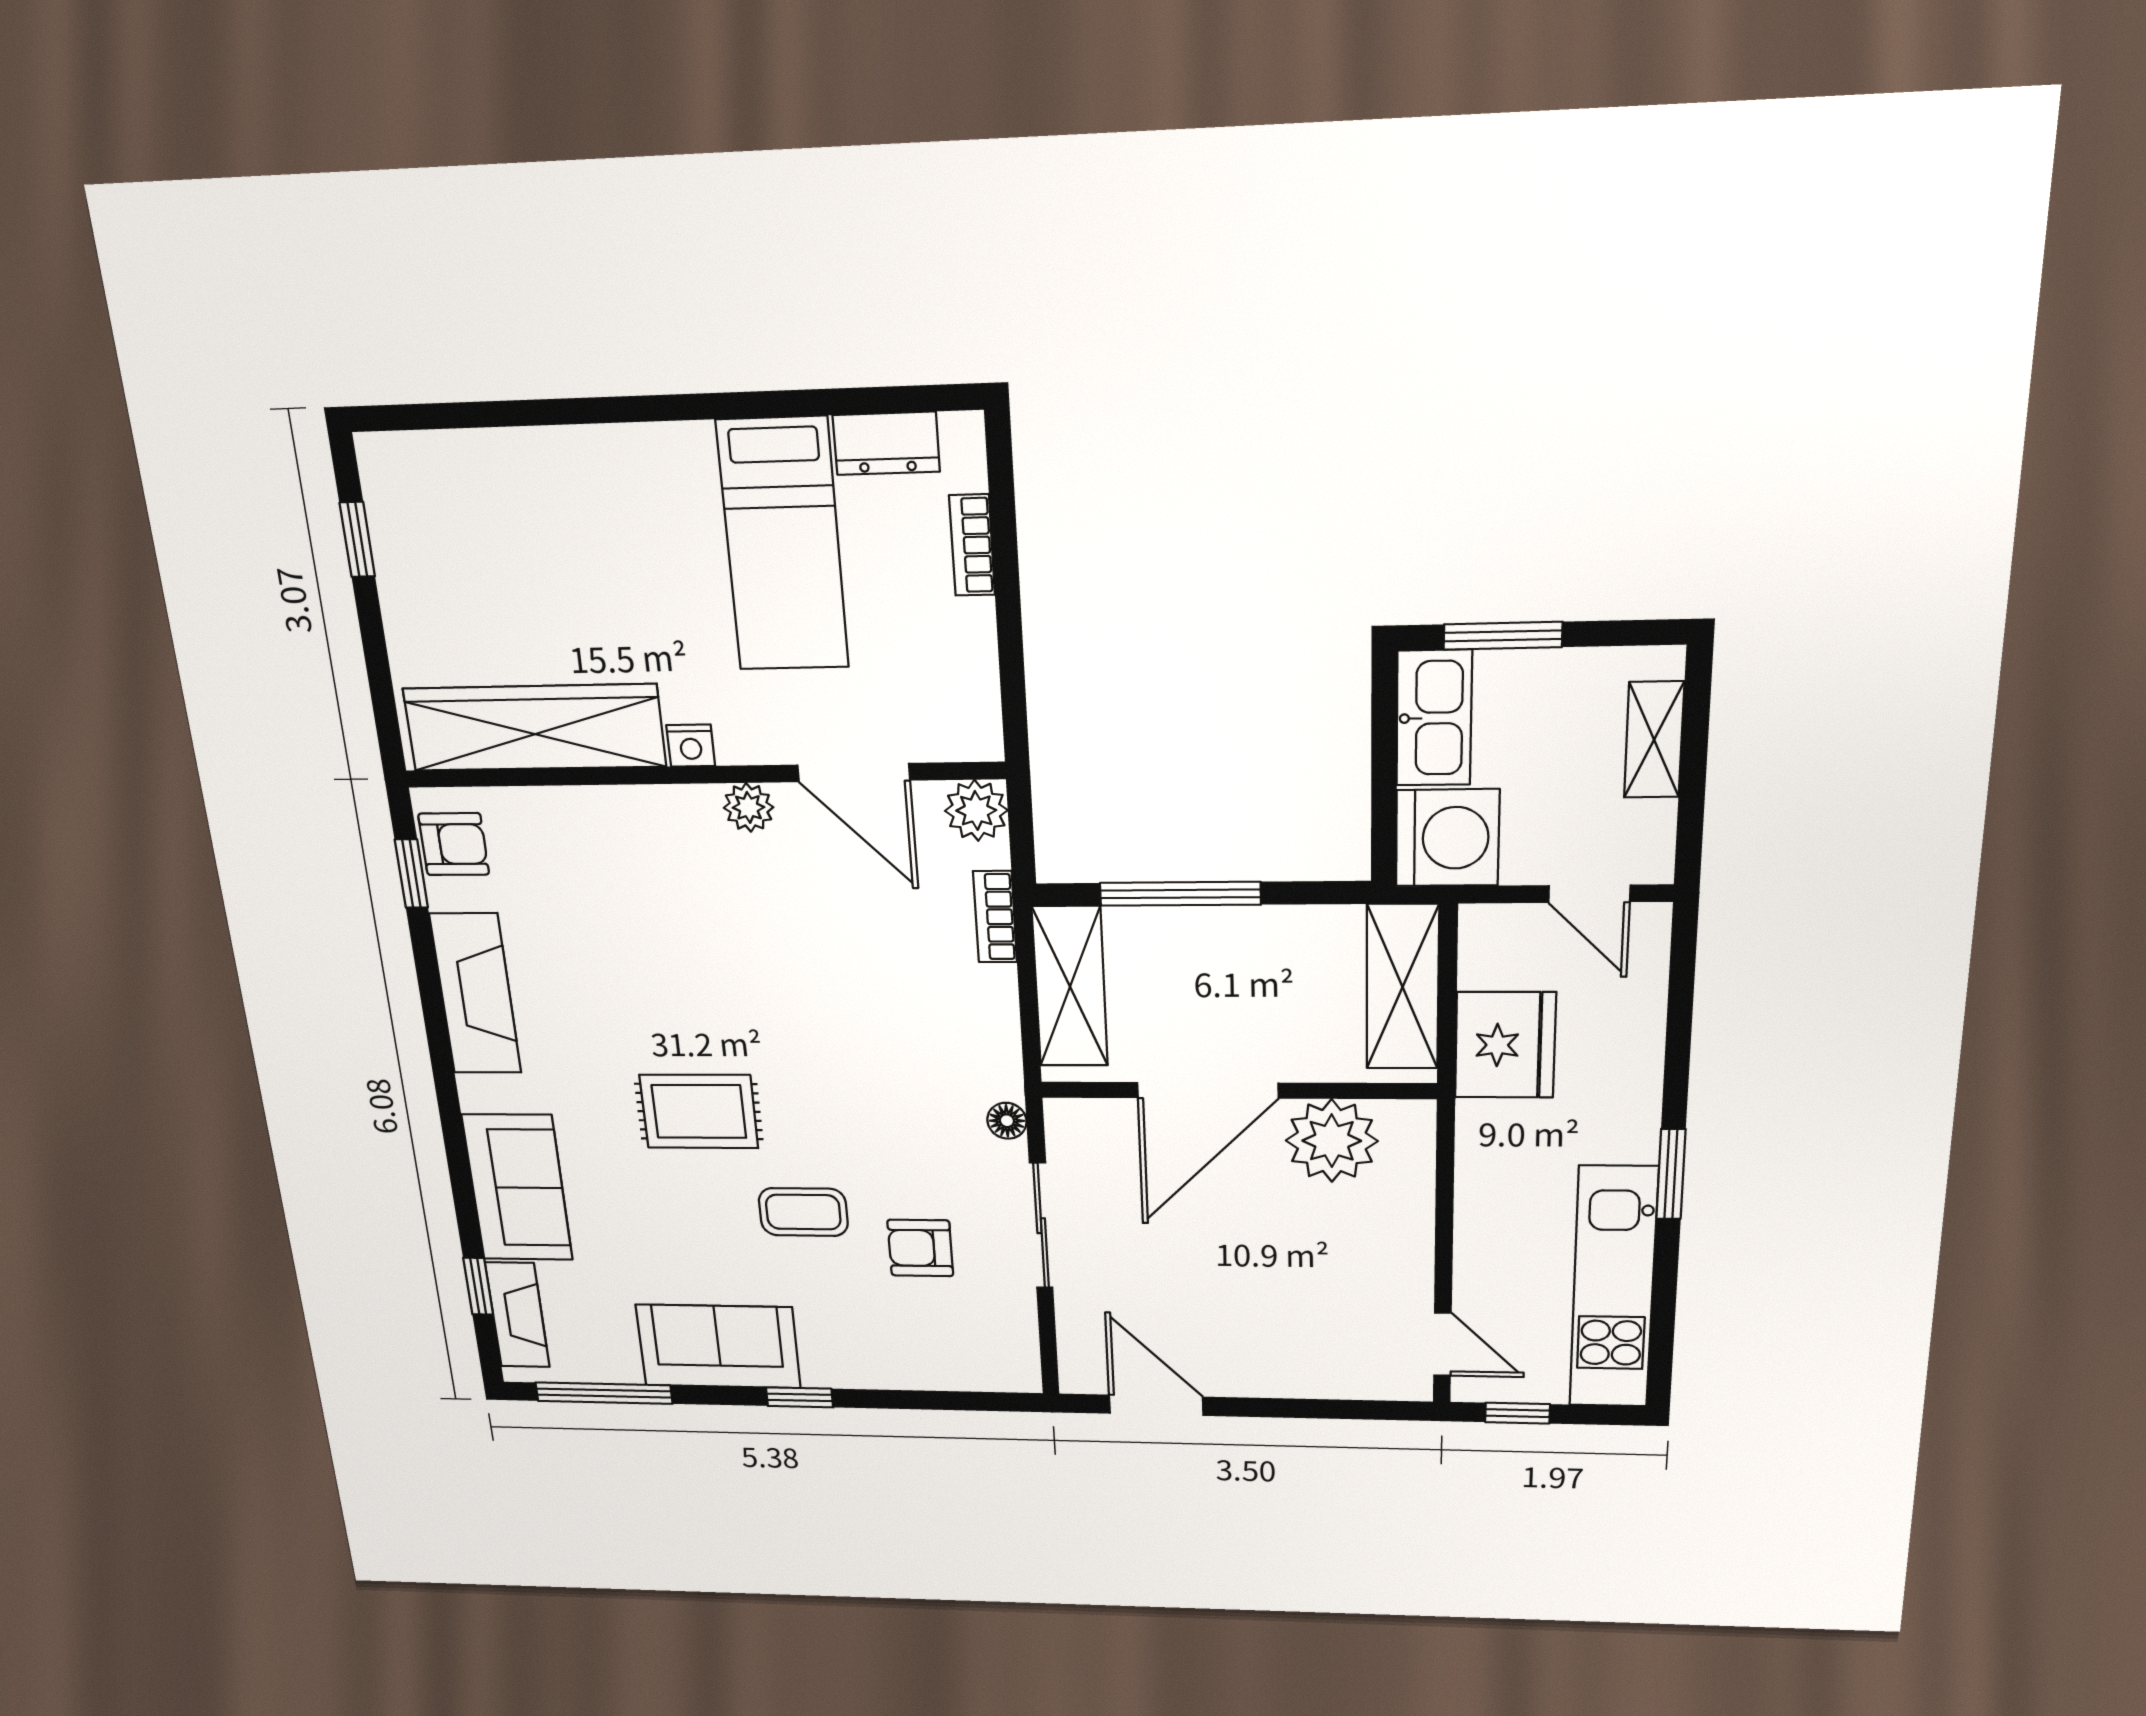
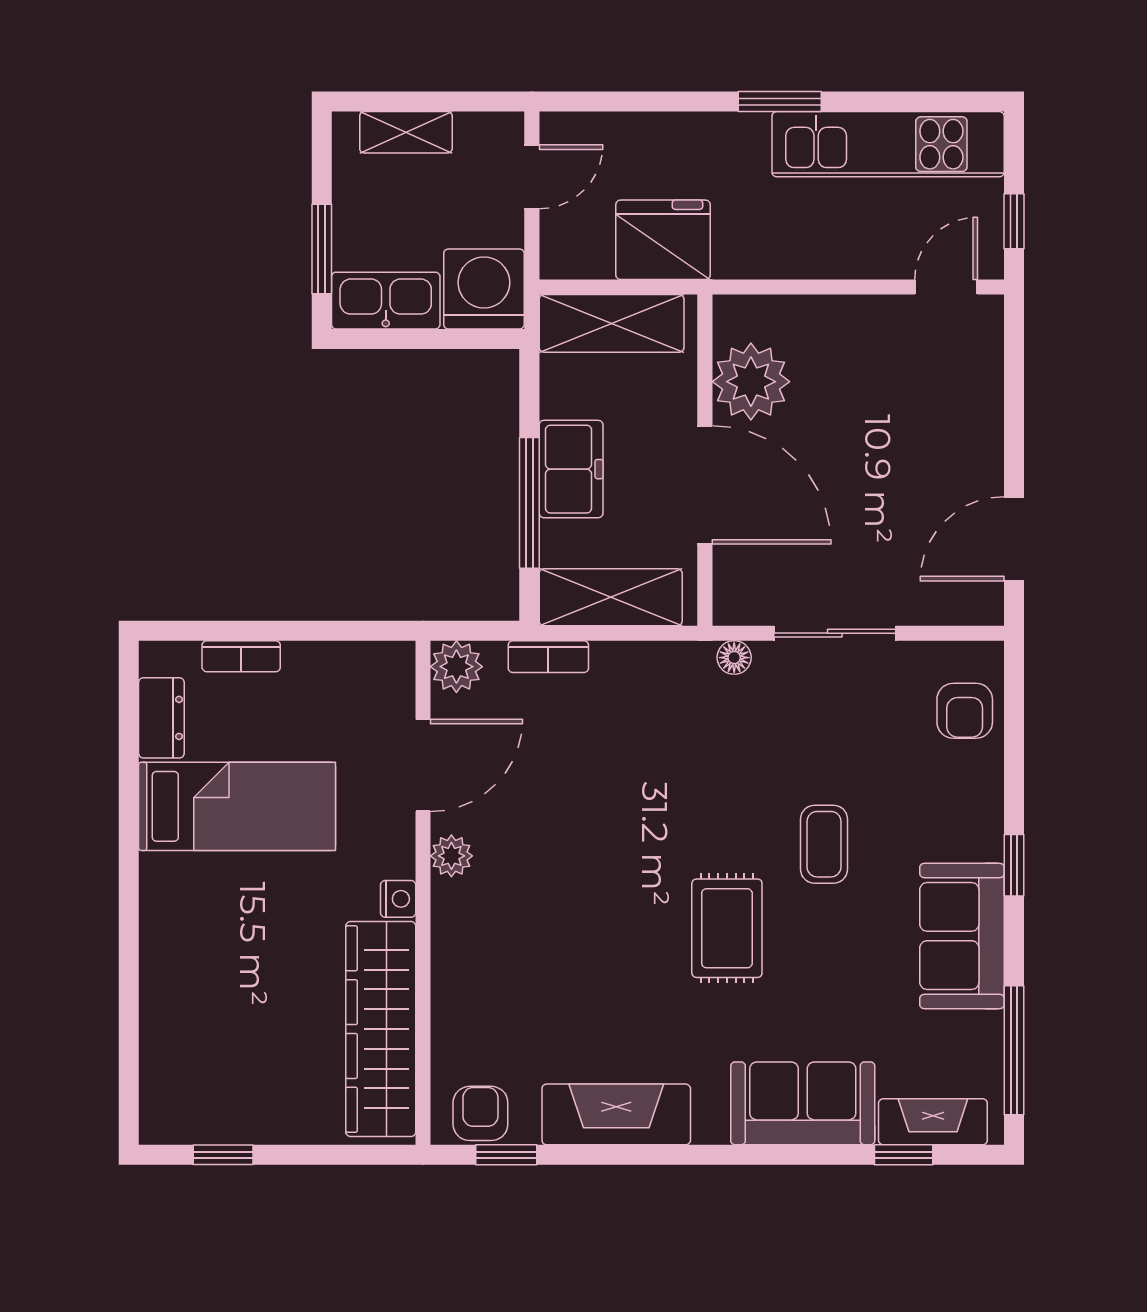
freezer: (1223, 941) -> (571, 469), added
armchair: (920, 1248) -> (965, 711), moved

